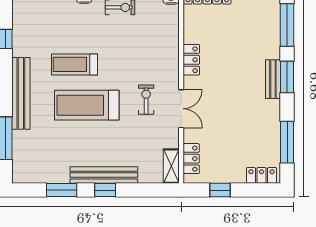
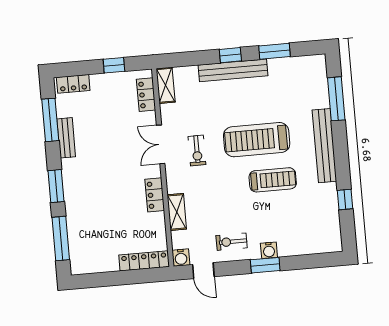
shelving: (171, 41) -> (177, 212), added
bench: (273, 79) -> (66, 138), moved
treadmill: (87, 105) -> (257, 140), turned 180

